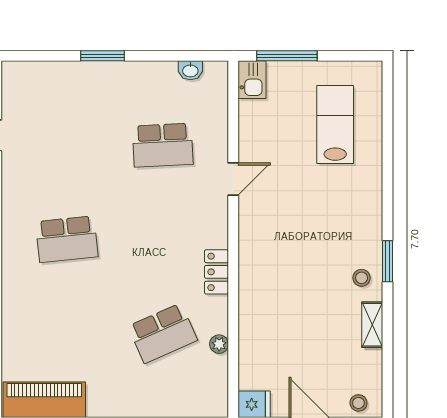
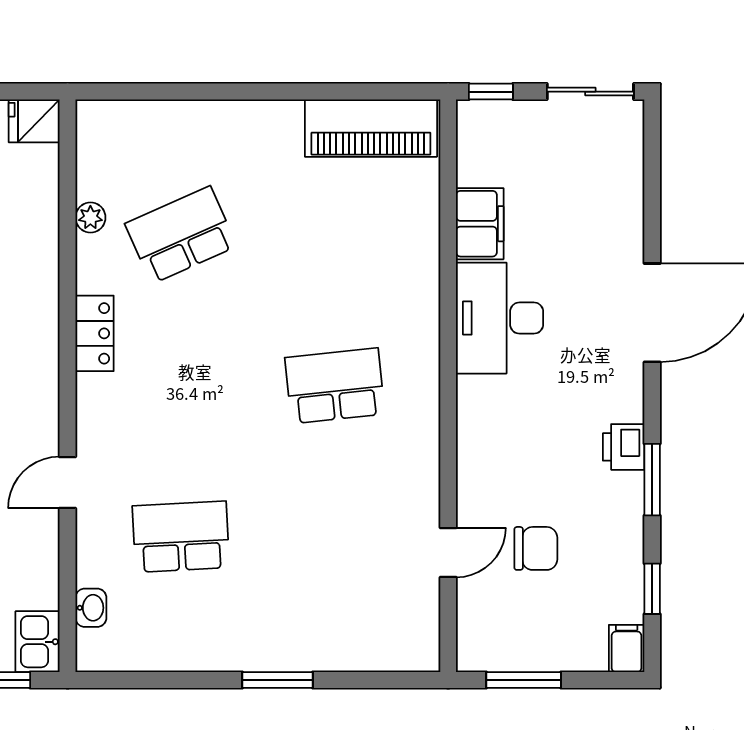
washbasin: (190, 70) -> (91, 608), moved, turned 90

